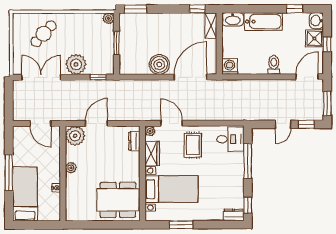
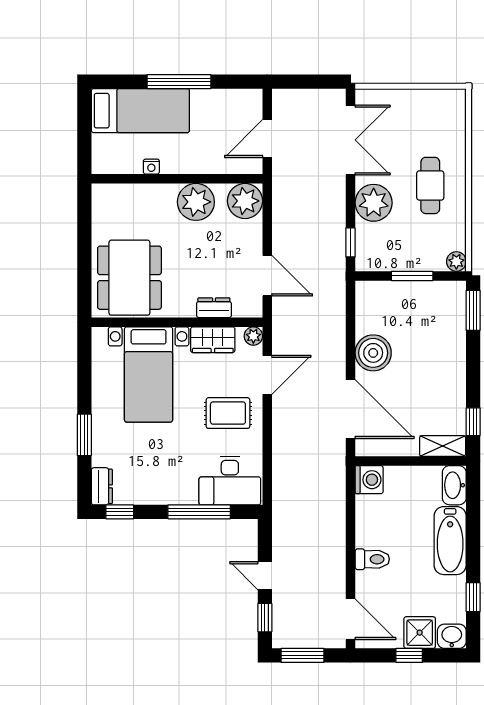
cafe table: (44, 34) -> (430, 185), moved, turned 47
door: (97, 123) -> (267, 276), moved
desk: (230, 139) -> (230, 481), width x1.37
dresser: (134, 141) -> (214, 308), moved
plant: (71, 168) -> (196, 202), width x1.87, depth x1.87
window: (181, 225) -> (84, 435), moved

